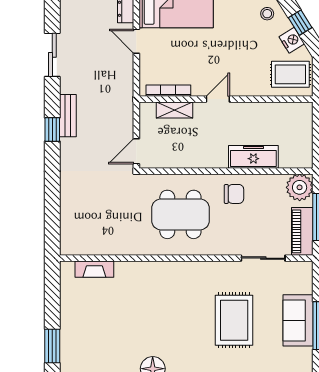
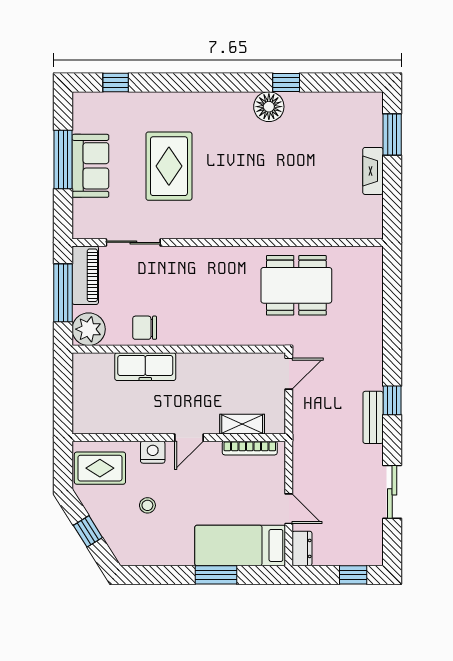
stool: (267, 14) -> (147, 505), moved
nightstand: (292, 40) -> (153, 452), moved, turned 122
chair: (234, 194) -> (145, 328), moved
dining table: (180, 214) -> (296, 285), moved
fireplace: (94, 269) -> (373, 171), moved, turned -90

